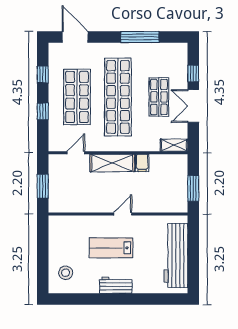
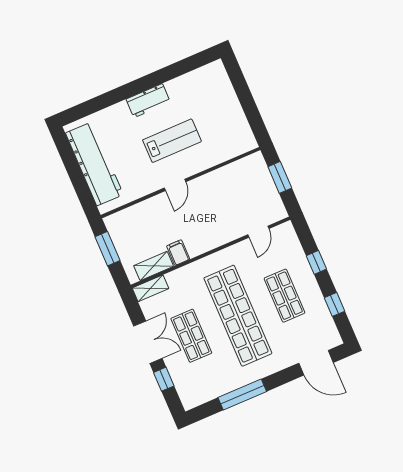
shop shelf: (77, 97) -> (284, 296), width x0.70, depth x0.74
shelving: (112, 163) -> (154, 266), moved, width x0.67, depth x0.75
stool: (66, 273) -> (211, 90), removed

